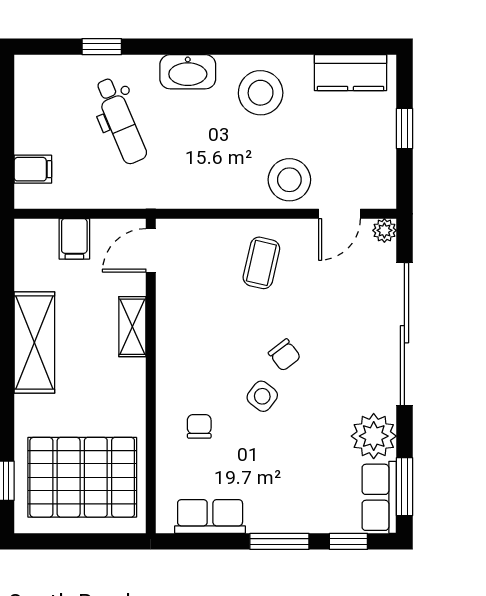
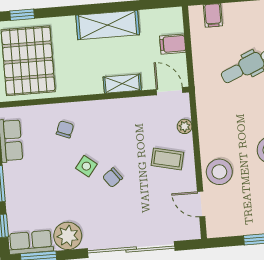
plant: (384, 230) -> (185, 126), moved
chair: (199, 426) -> (65, 129), turned -69

